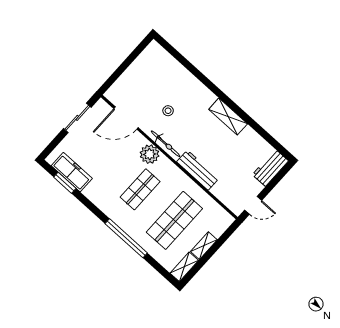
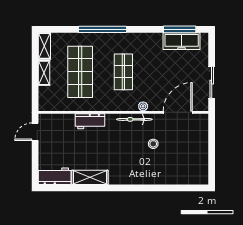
shelving: (228, 117) -> (90, 177), moved
plant: (150, 154) -> (143, 106), width x0.53, depth x0.53
workbench: (270, 168) -> (55, 176), moved, turned -90
workbench: (198, 170) -> (90, 121), width x0.73
window: (65, 183) -> (180, 29), width x1.44

